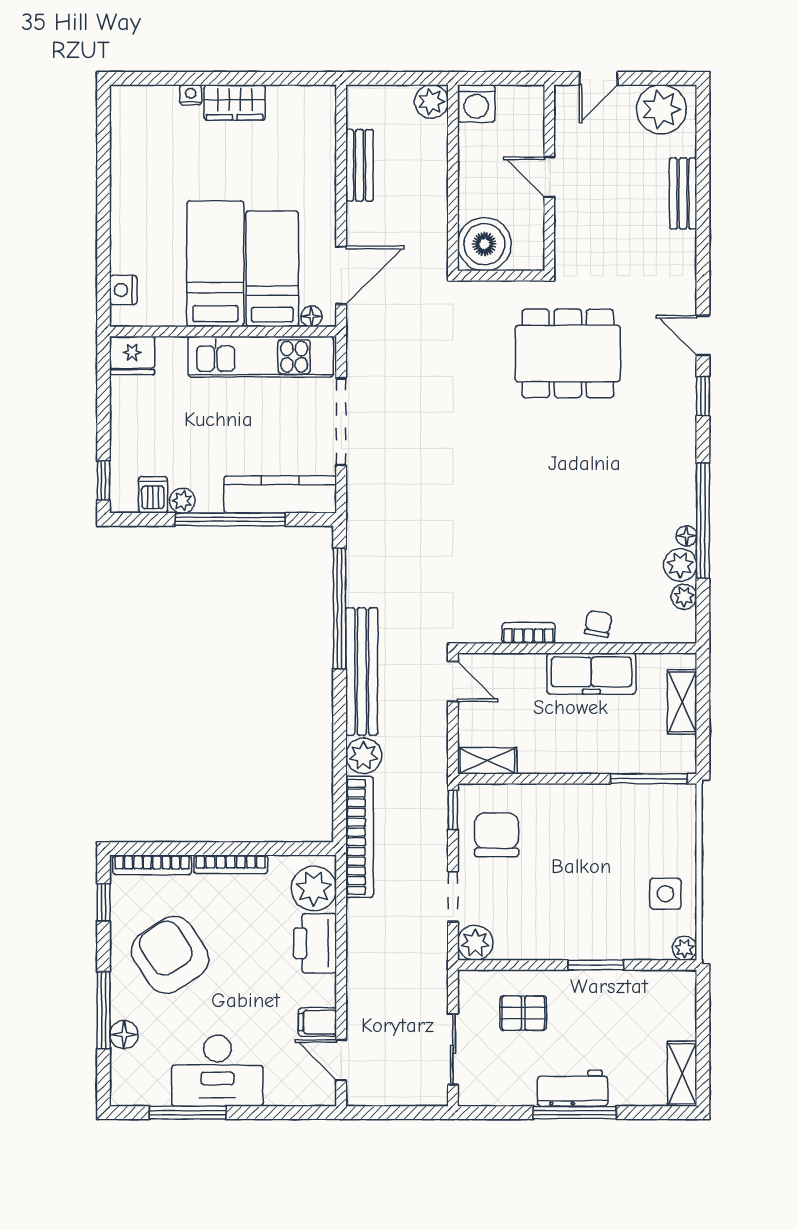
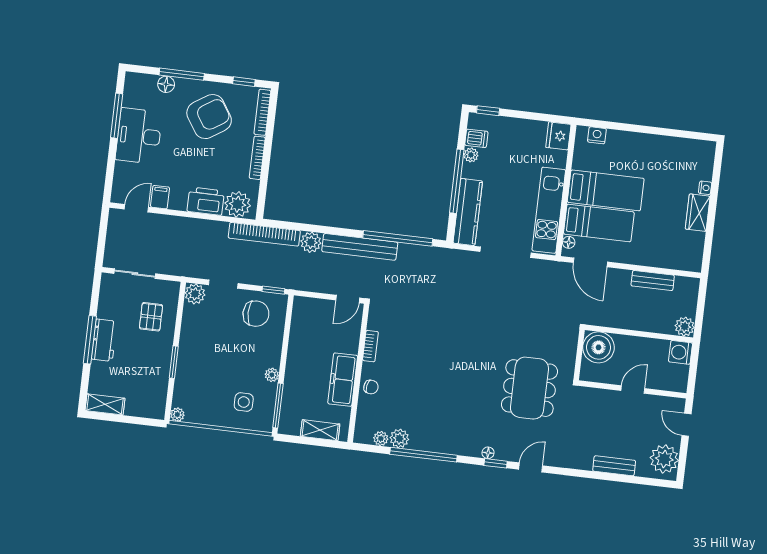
floor lamp: (687, 536) -> (488, 453), moved
shelving: (487, 761) -> (299, 313), removed
plant: (598, 795) -> (272, 375), added
side table: (665, 894) -> (244, 402), moved

